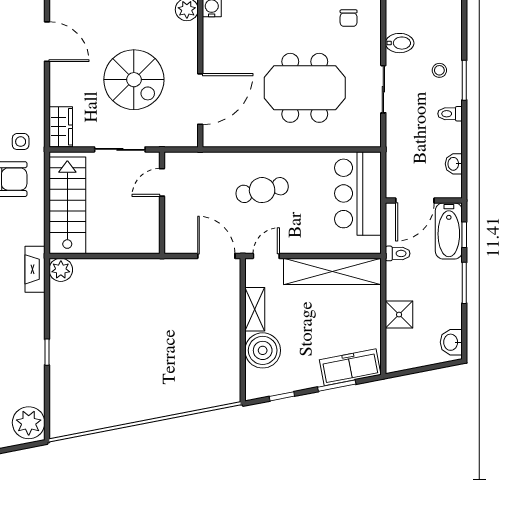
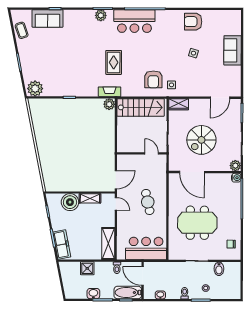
meeting table: (305, 88) -> (197, 223), turned 90
shelving: (332, 271) -> (108, 244), width x0.68
washbasin: (451, 342) -> (93, 294), moved

